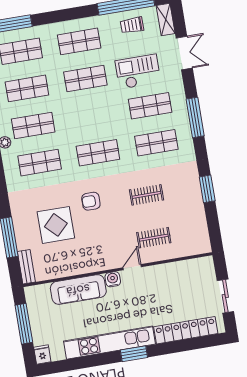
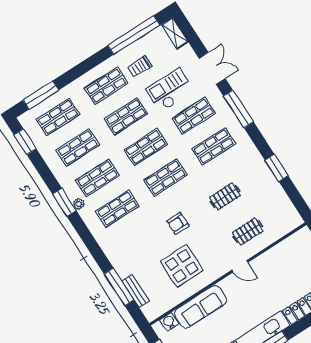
trolley: (132, 25) -> (140, 67), moved
double door: (184, 53) -> (212, 68), moved
shop shelf: (92, 116) -> (146, 147), added
display table: (56, 225) -> (182, 266), moved
bench: (26, 267) -> (136, 291), moved
door: (132, 267) -> (240, 266), swing flipped
water cooler: (113, 279) -> (169, 322), moved

